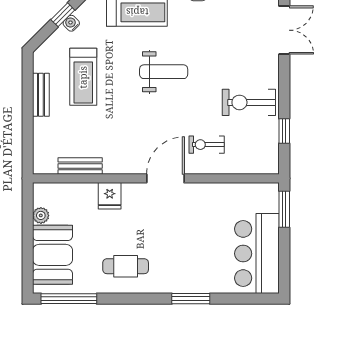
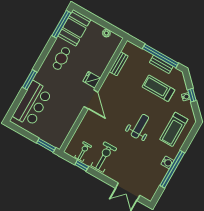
weight bench: (164, 72) -> (140, 126), turned 180
window: (28, 104) -> (160, 56), added
exercise bike: (207, 145) -> (83, 152), moved
fridge: (110, 196) -> (92, 80), moved
bar counter: (257, 254) -> (32, 104), moved, turned 90
booth: (52, 255) -> (74, 28), moved, turned 90

